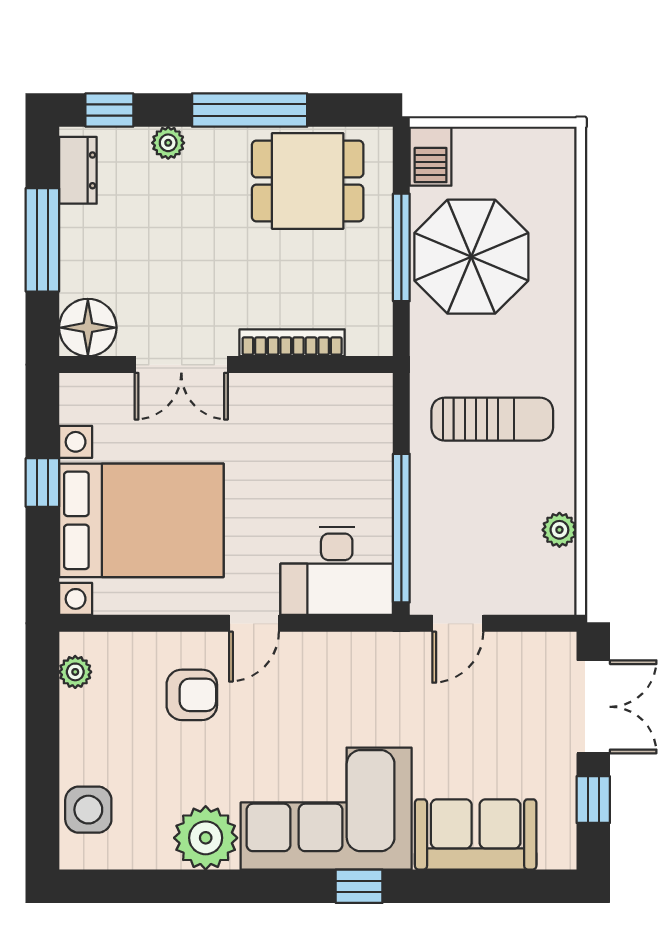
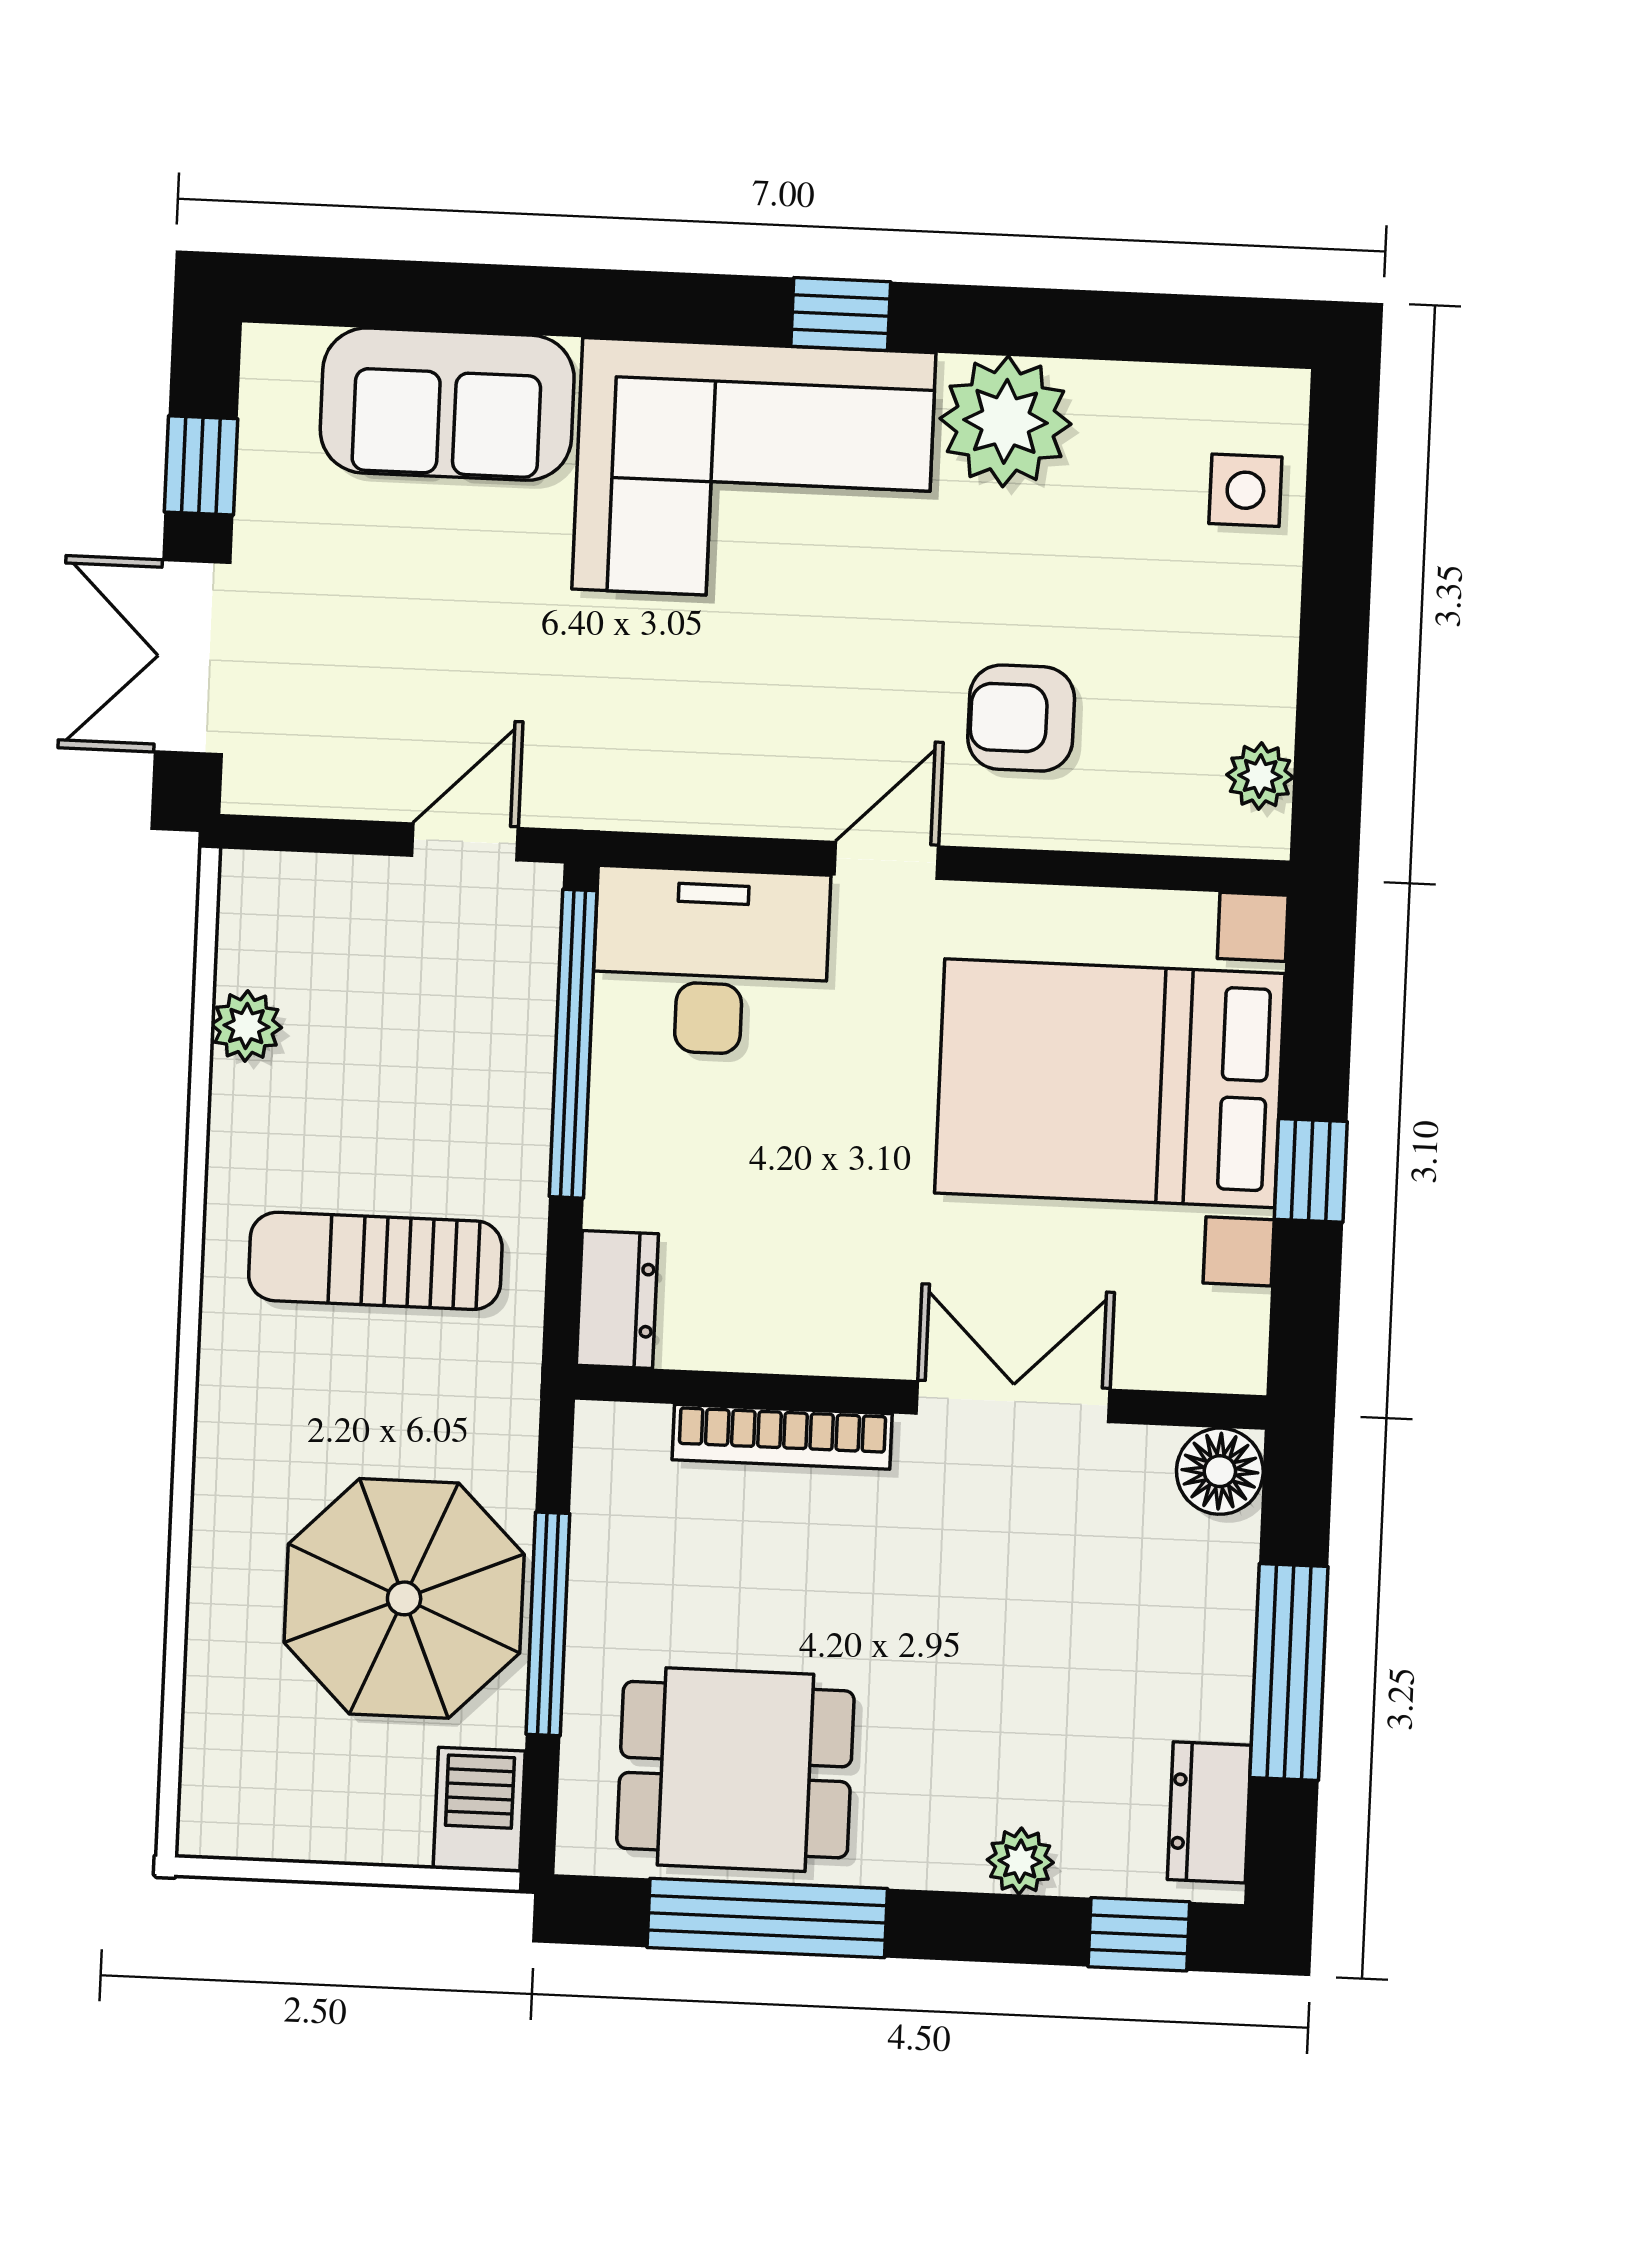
window: (250, 110) -> (767, 1918), moved
floor lamp: (88, 328) -> (1220, 1471), width x0.73, depth x0.73
dresser: (375, 406) -> (617, 1299), added
side table: (88, 810) -> (1245, 490), width x0.73, depth x0.73
window: (359, 886) -> (841, 314), moved

